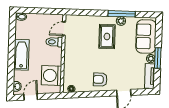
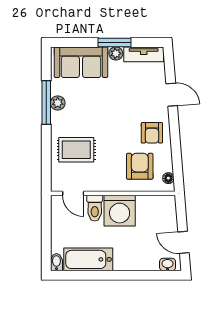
rug: (107, 37) -> (76, 150), moved
bathtub: (21, 55) -> (88, 259), moved
armchair: (79, 71) -> (140, 166), added
washing machine: (51, 76) -> (120, 211), moved

